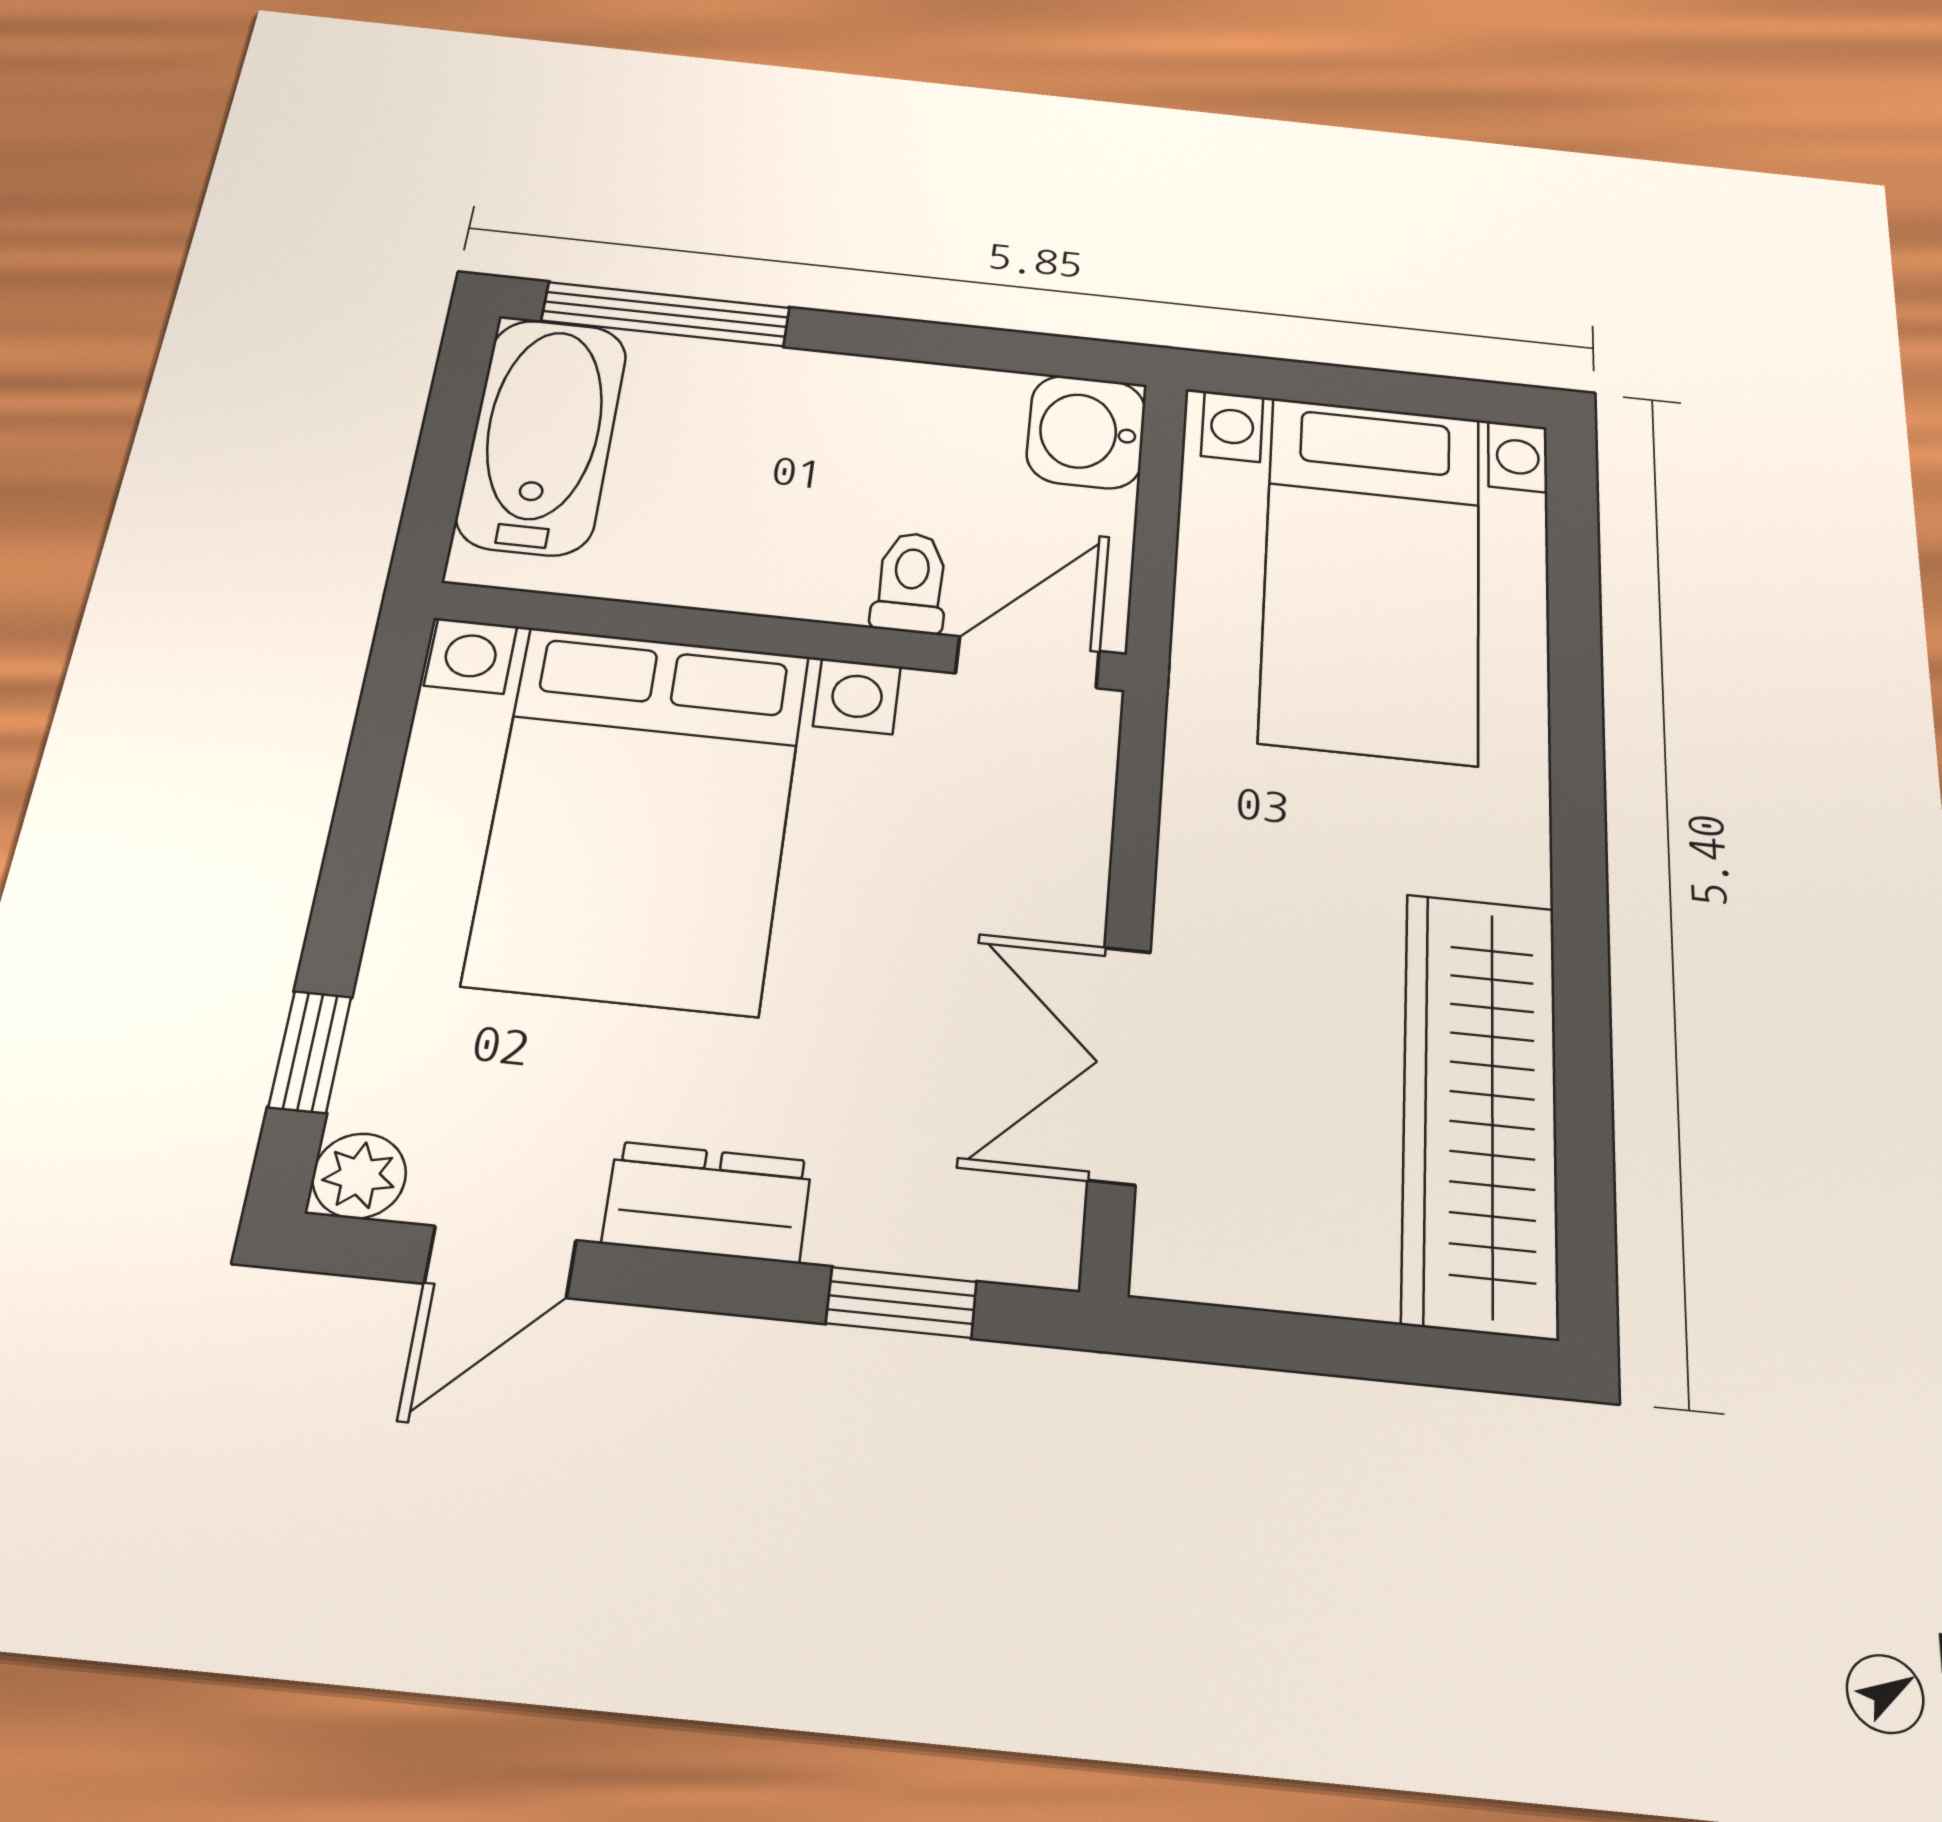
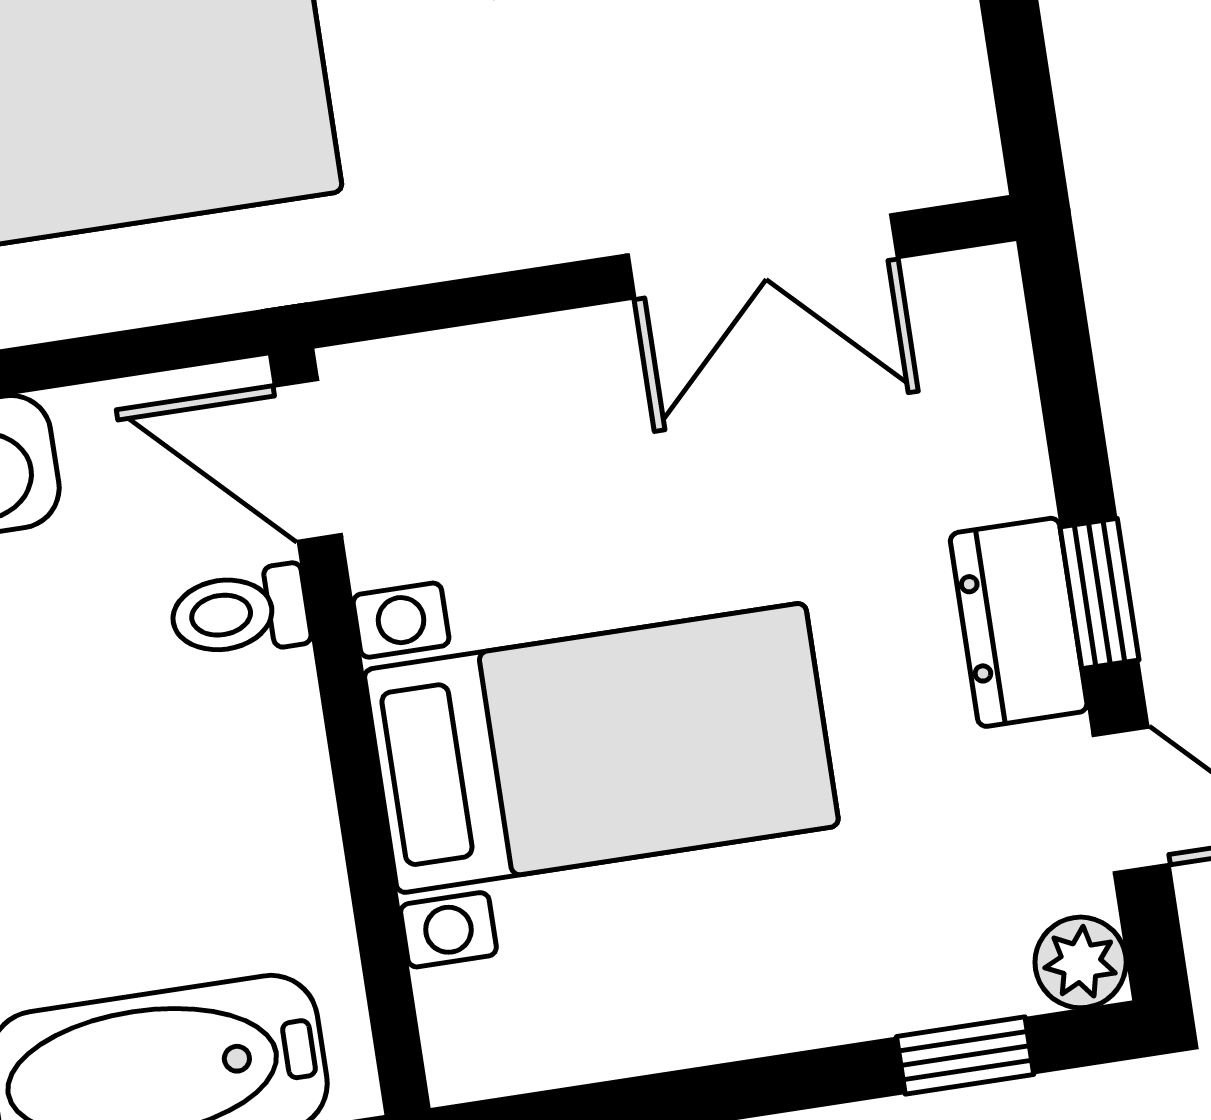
bed with nightstands: (641, 816) -> (601, 748), width x0.73
window: (901, 1303) -> (1100, 594), moved

